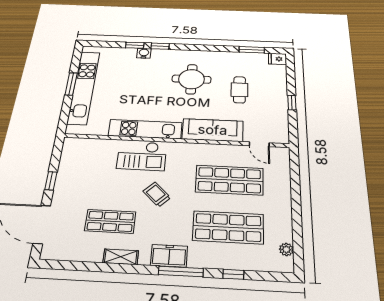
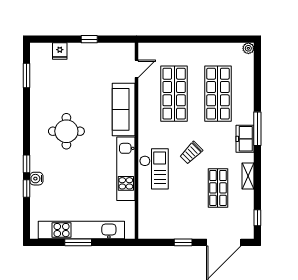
fridge: (277, 59) -> (60, 51), moved
cafe table: (239, 90) -> (77, 87), removed
plant: (286, 250) -> (248, 48), moved
window: (233, 274) -> (257, 218), moved

